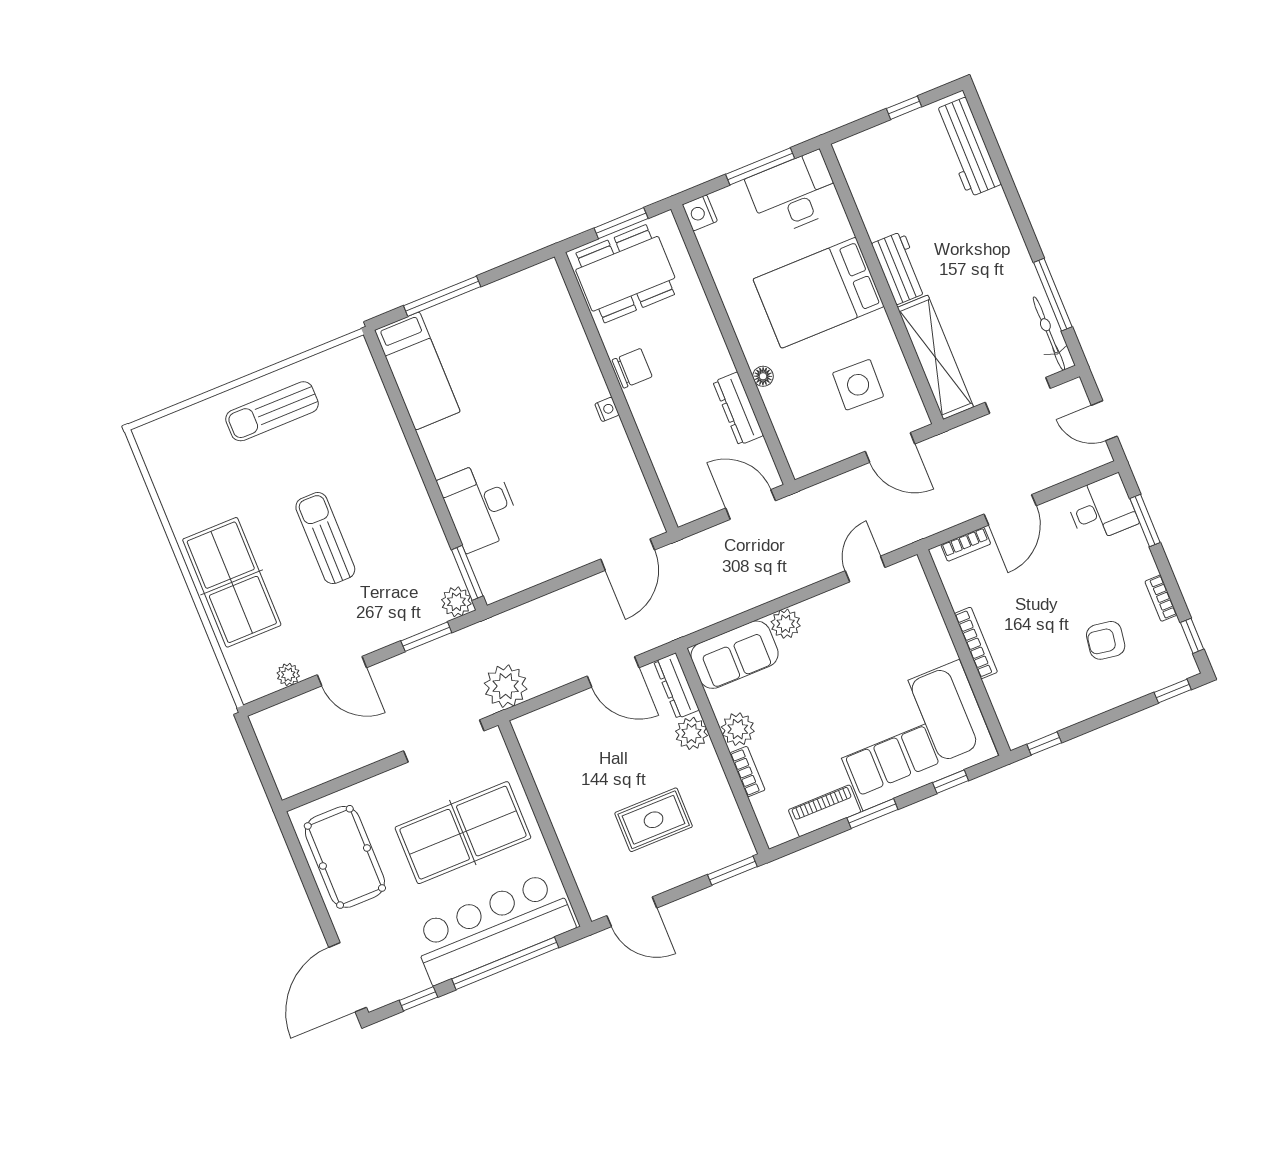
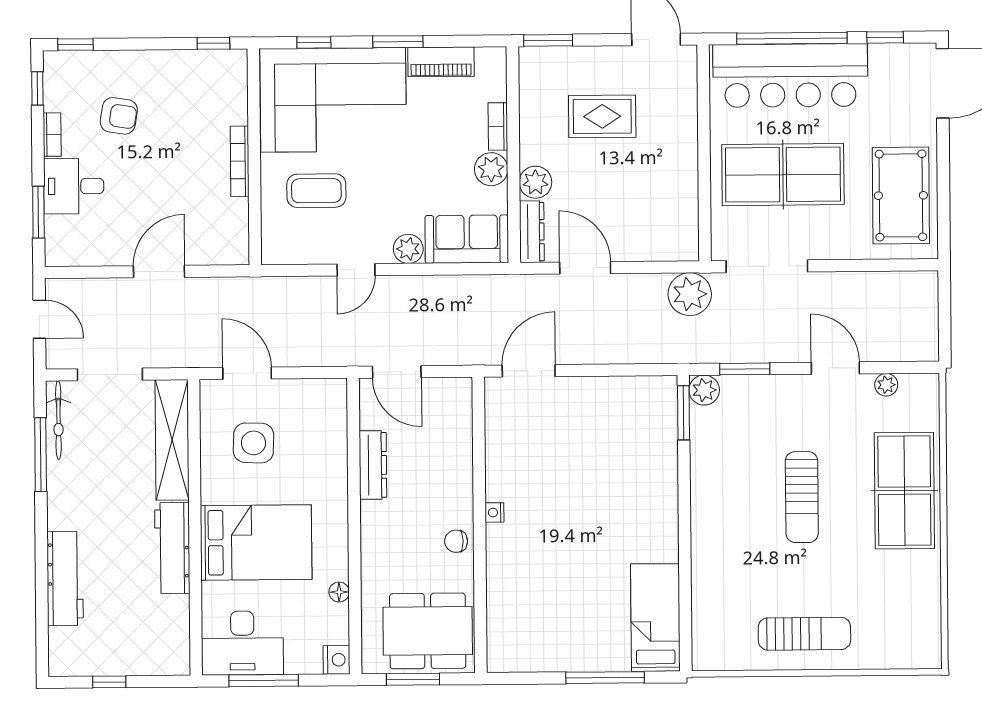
workbench: (967, 147) -> (65, 579), moved
workbench: (900, 268) -> (172, 548), width x1.38
chair: (632, 368) -> (456, 541), width x0.73, depth x0.73
floor lamp: (763, 376) -> (339, 592), moved
desk: (480, 506) -> (647, 470), removed
desk: (1102, 509) -> (74, 186), moved
bookcase: (966, 544) -> (213, 256), removed
door: (865, 569) -> (356, 270), moved
coffee table: (893, 644) -> (316, 191), added

